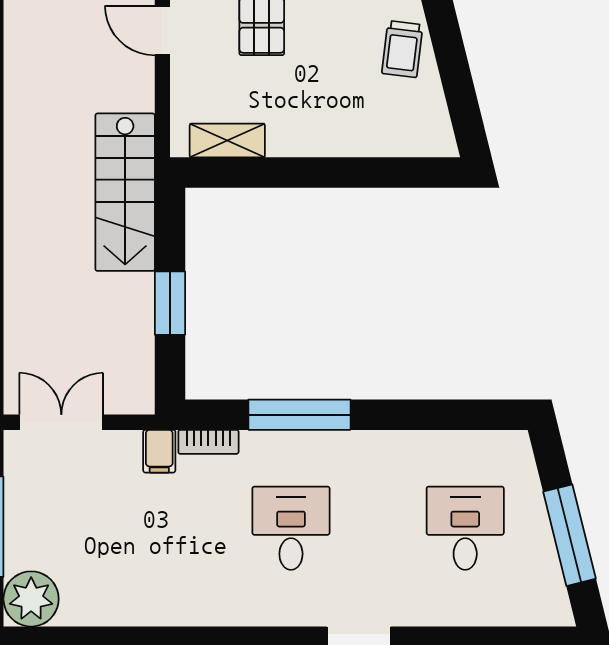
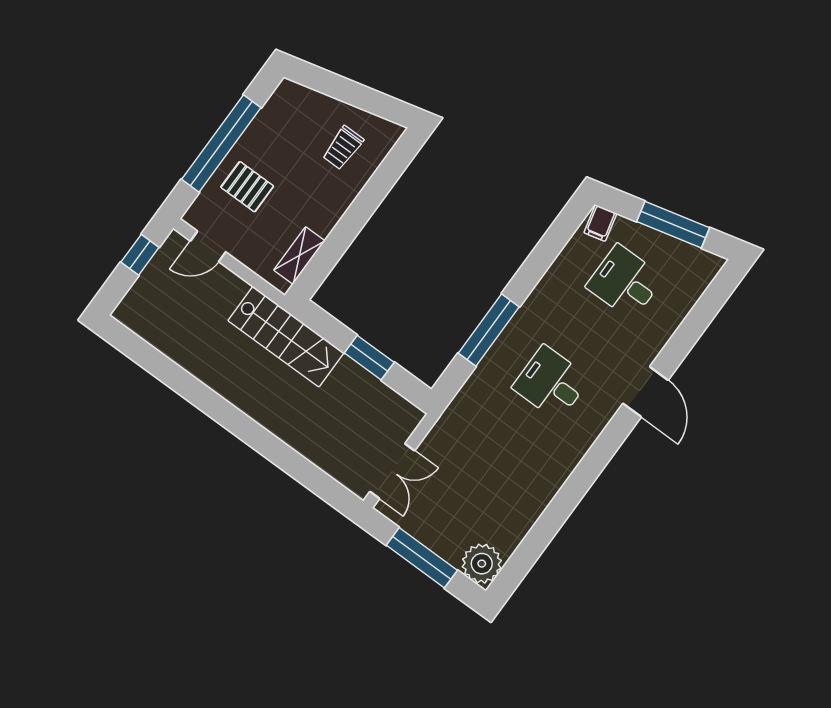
trolley: (402, 49) -> (343, 148), moved, turned 83
double door: (61, 422) -> (392, 471), swing flipped
bookcase: (208, 442) -> (466, 394), removed
filing cabinet: (159, 451) -> (600, 223), moved, turned 76

